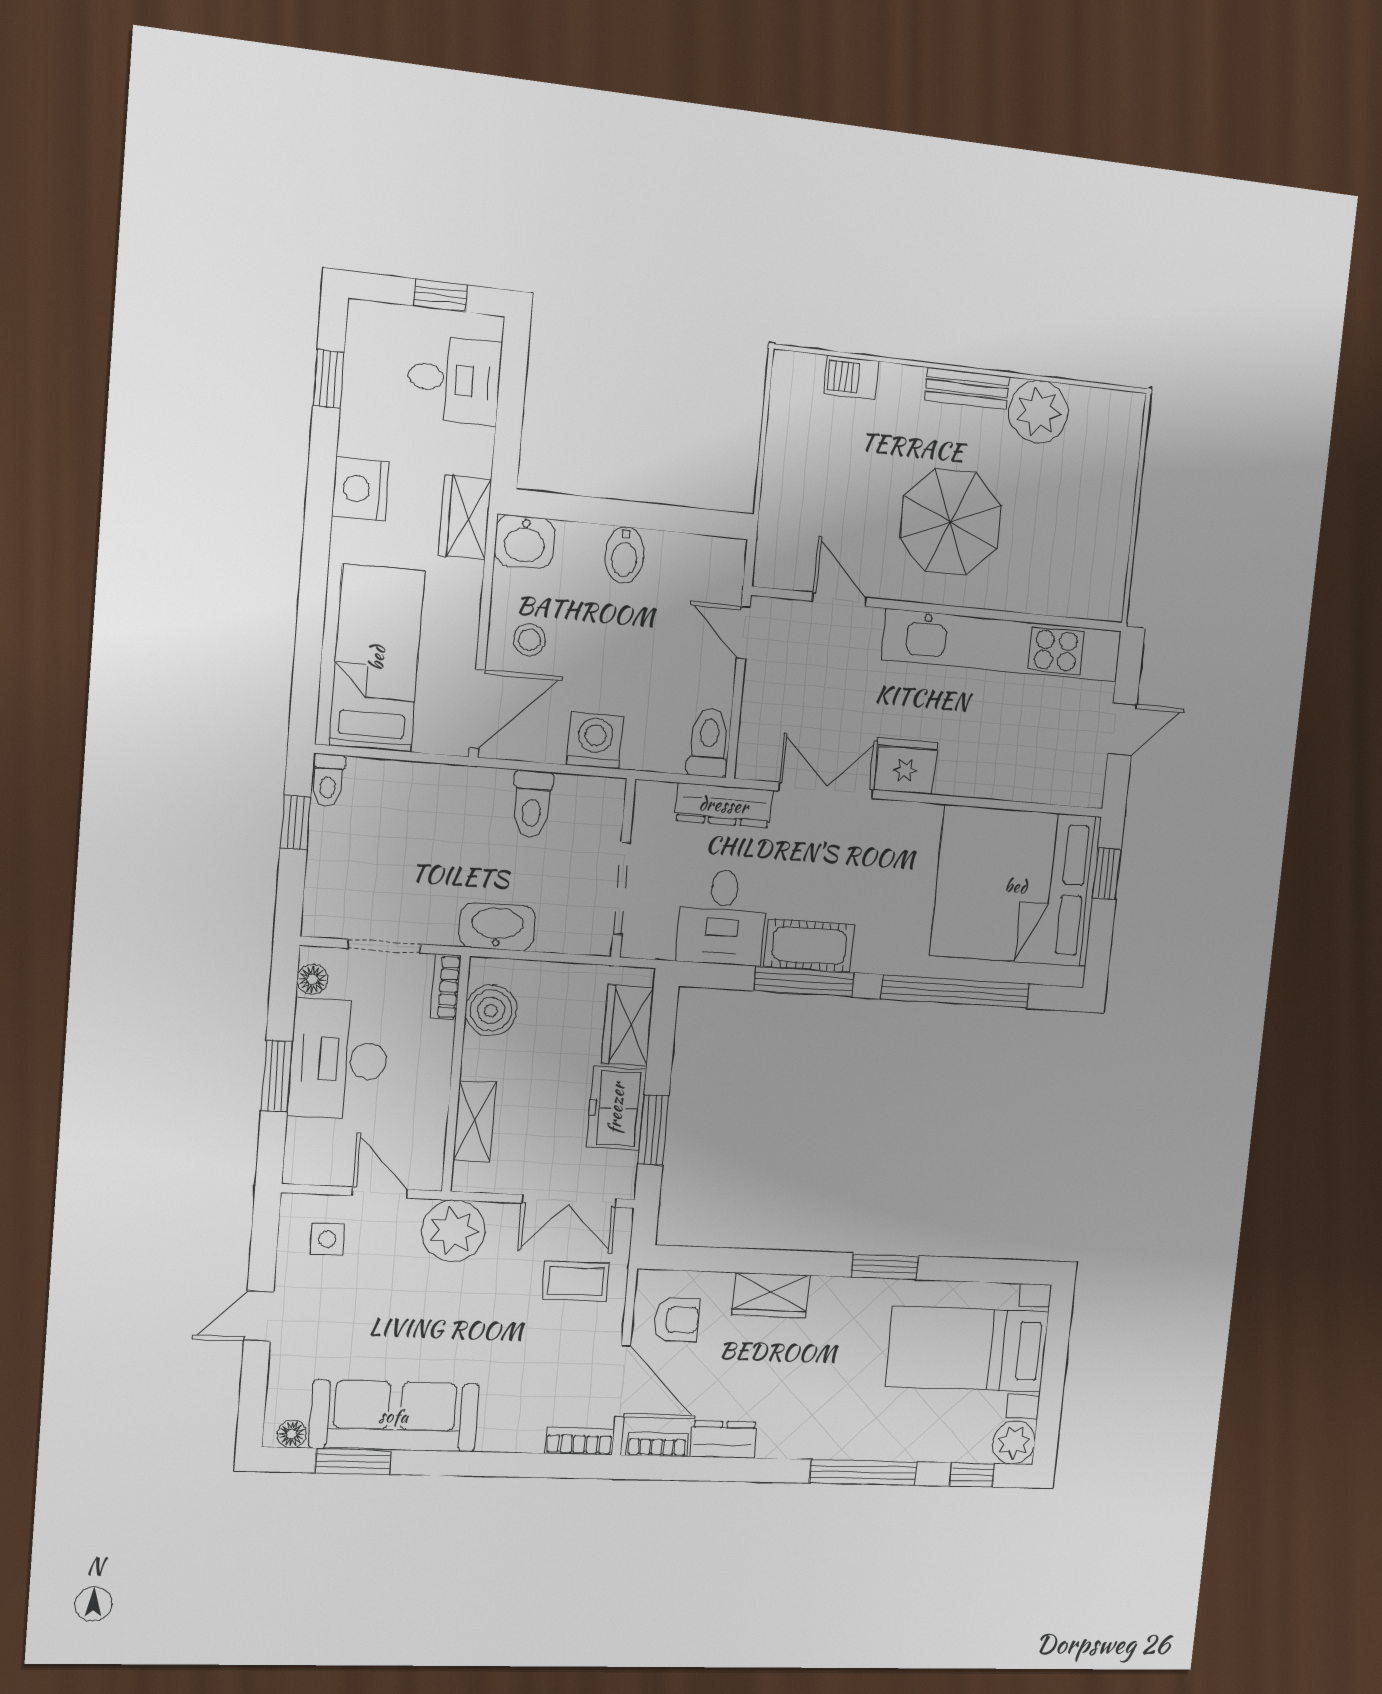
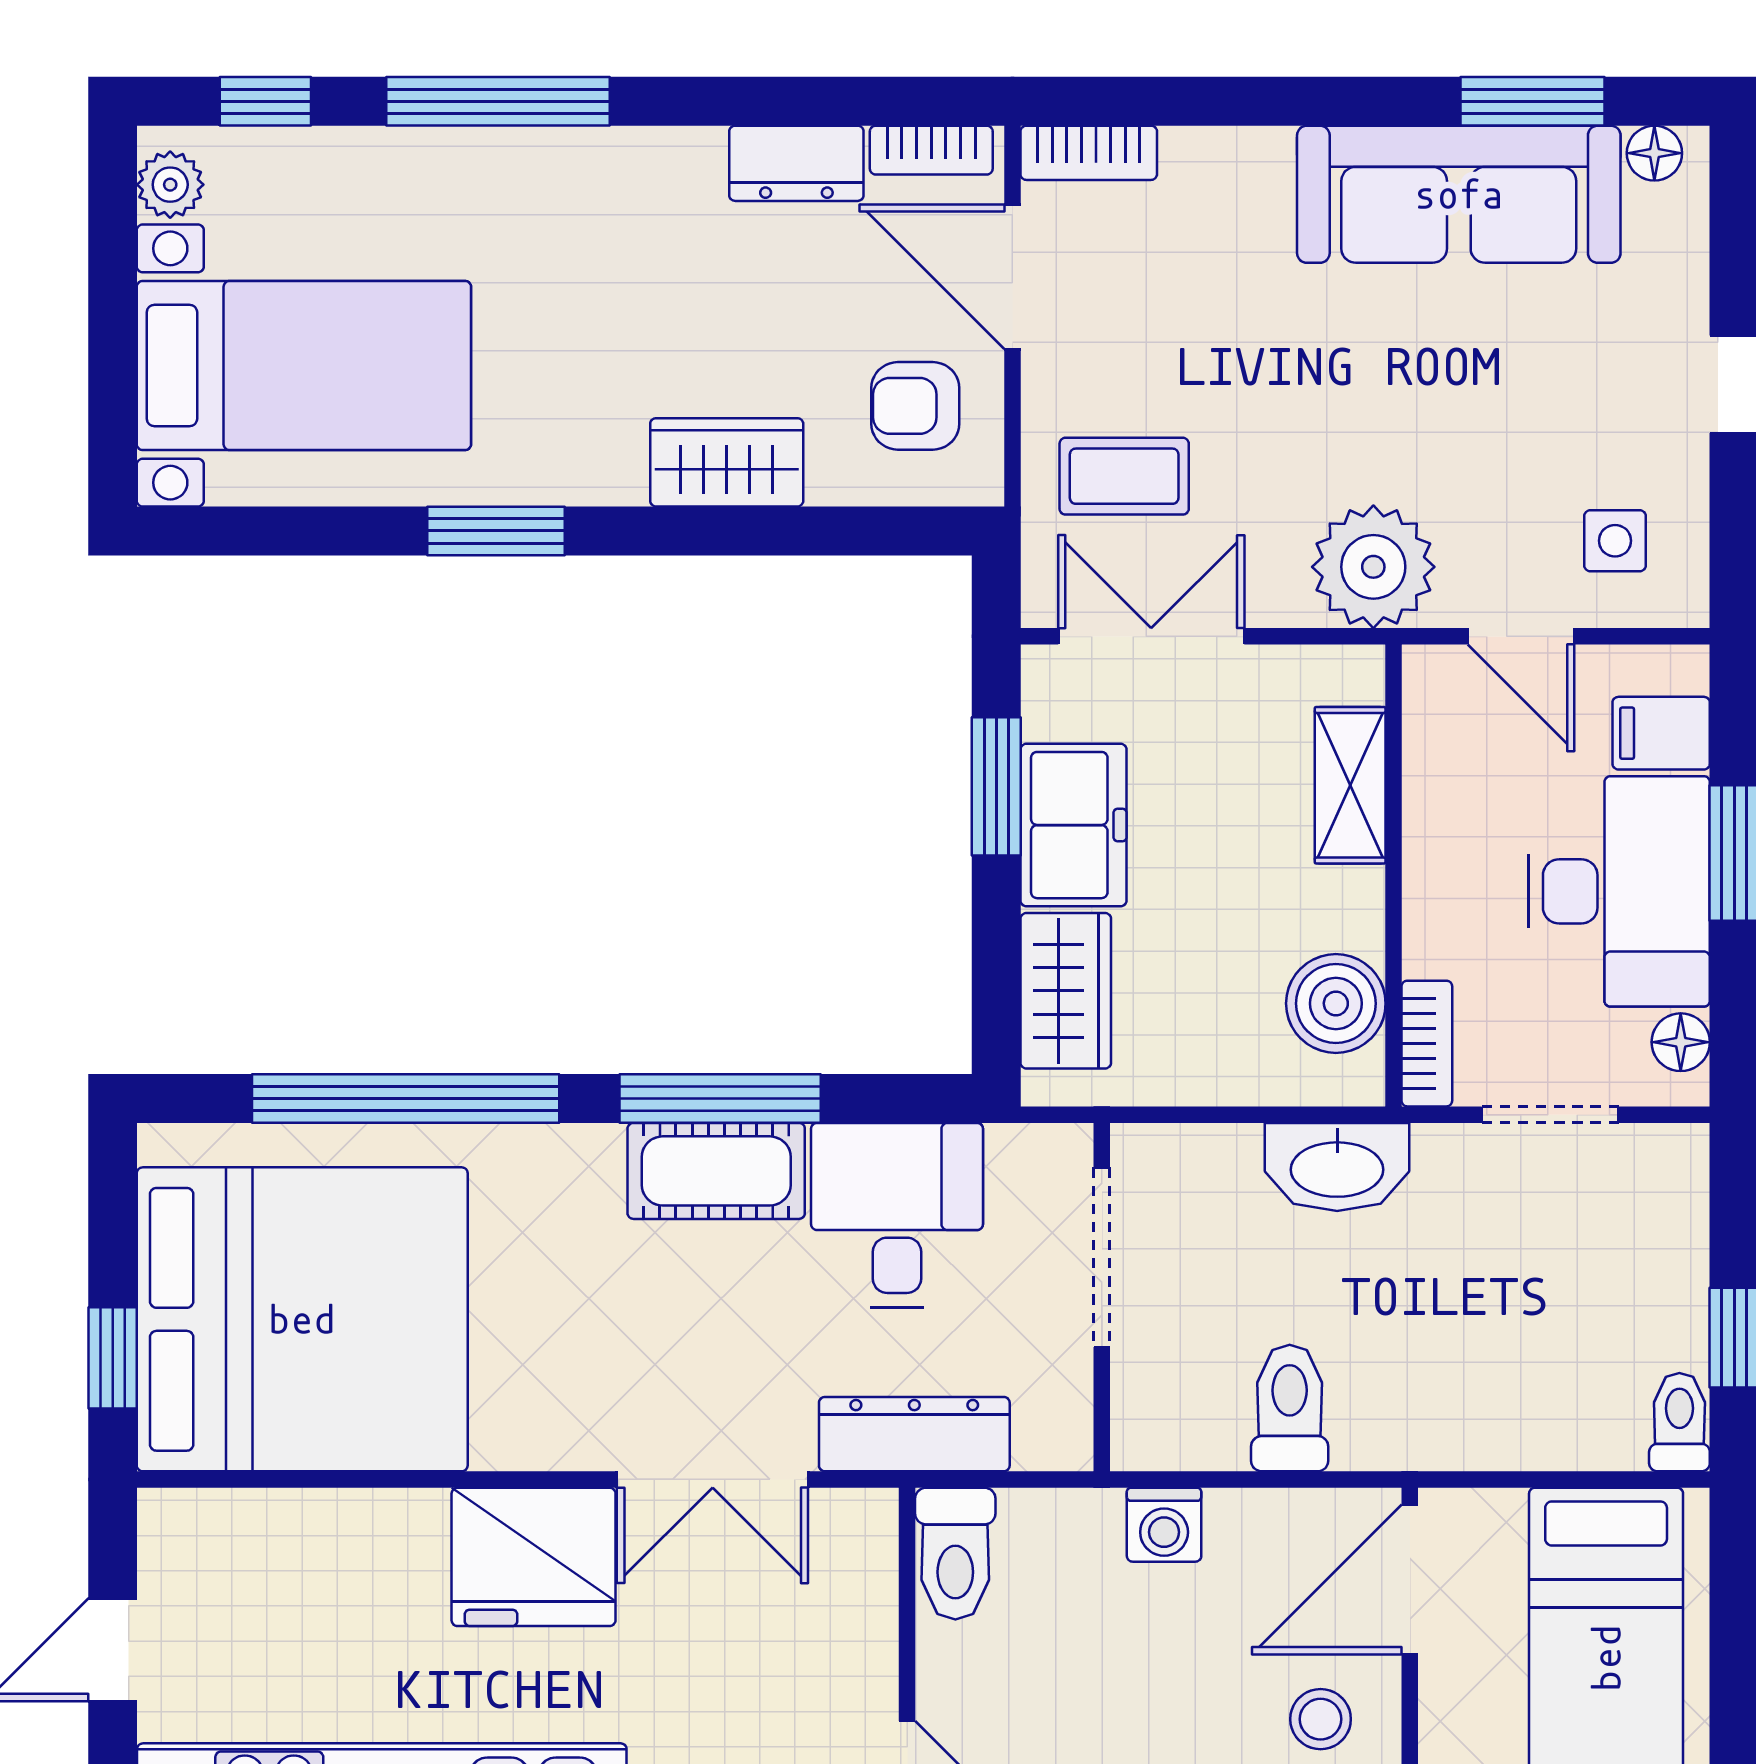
washing machine: (595, 741) -> (1164, 1525), width x0.73, depth x0.73
fridge: (906, 766) -> (534, 1557), width x1.36, depth x1.34
filing cabinet: (311, 1140) -> (1661, 733), added
plant: (1014, 1442) -> (170, 185), width x0.73, depth x0.73

